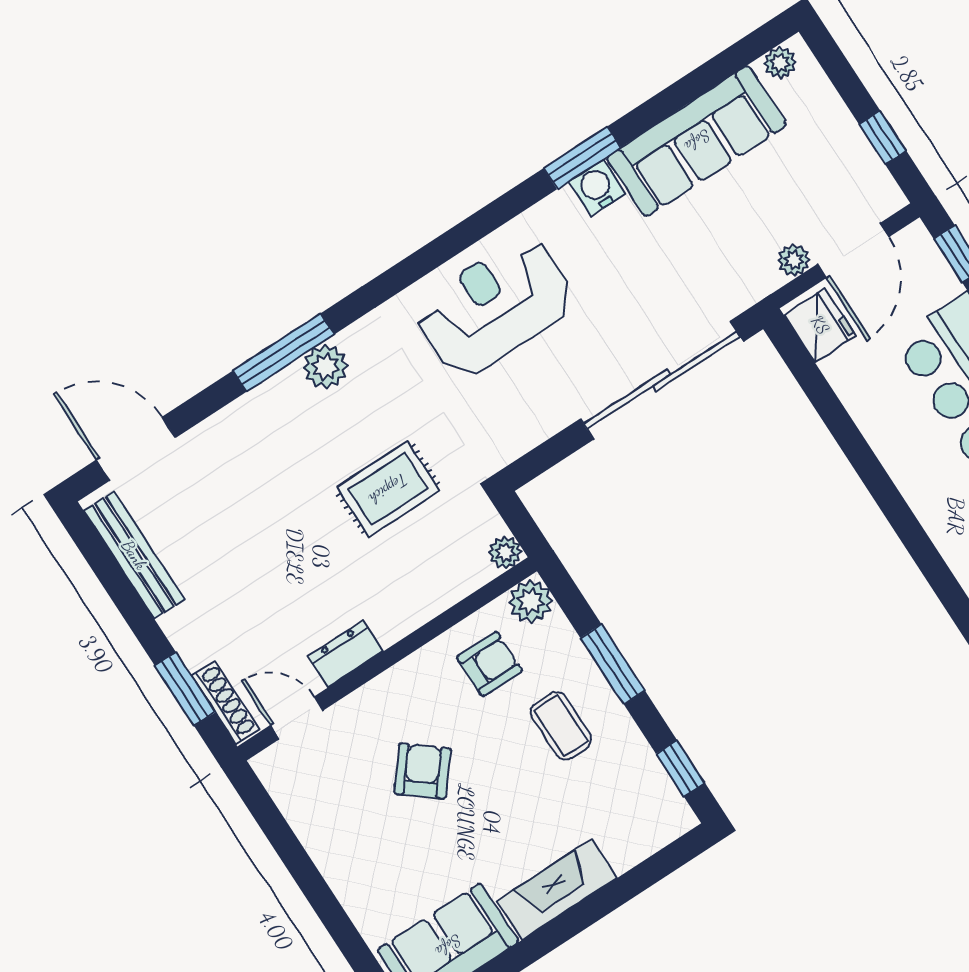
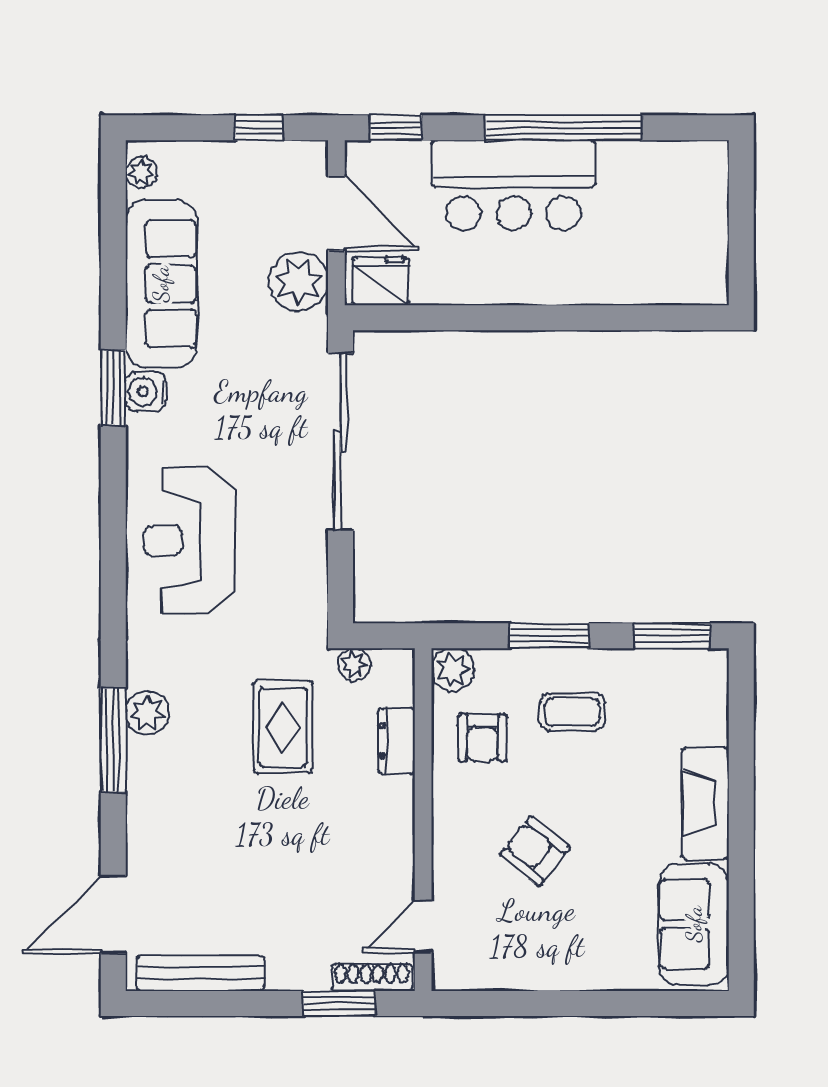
plant: (794, 260) -> (298, 281), width x1.87, depth x1.87
plant: (505, 552) -> (354, 664), moved
dresser: (346, 654) -> (396, 741), moved
armchair: (490, 664) -> (482, 738), turned 180
window: (681, 768) -> (672, 636), width x1.50

